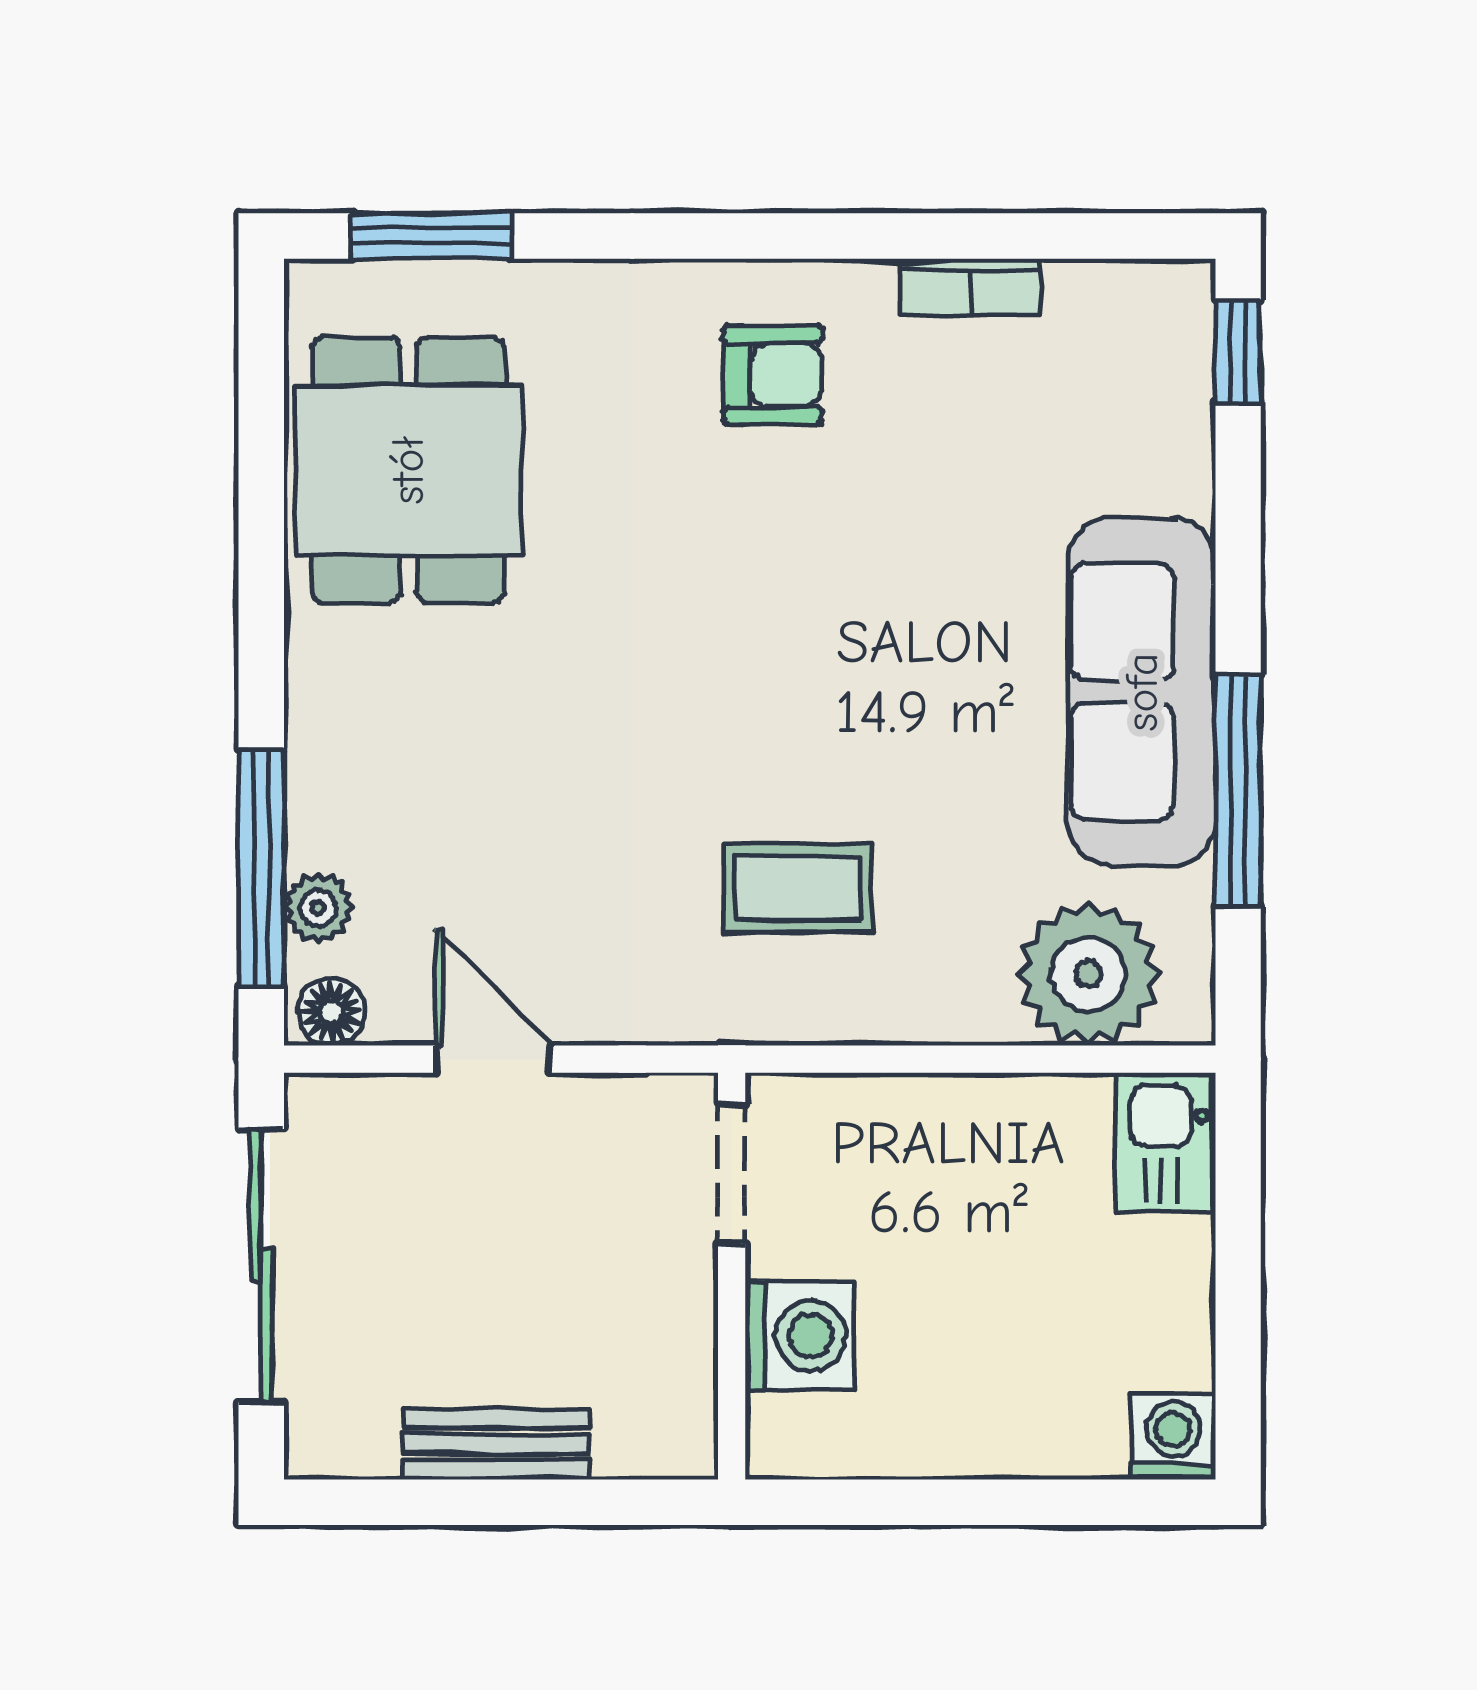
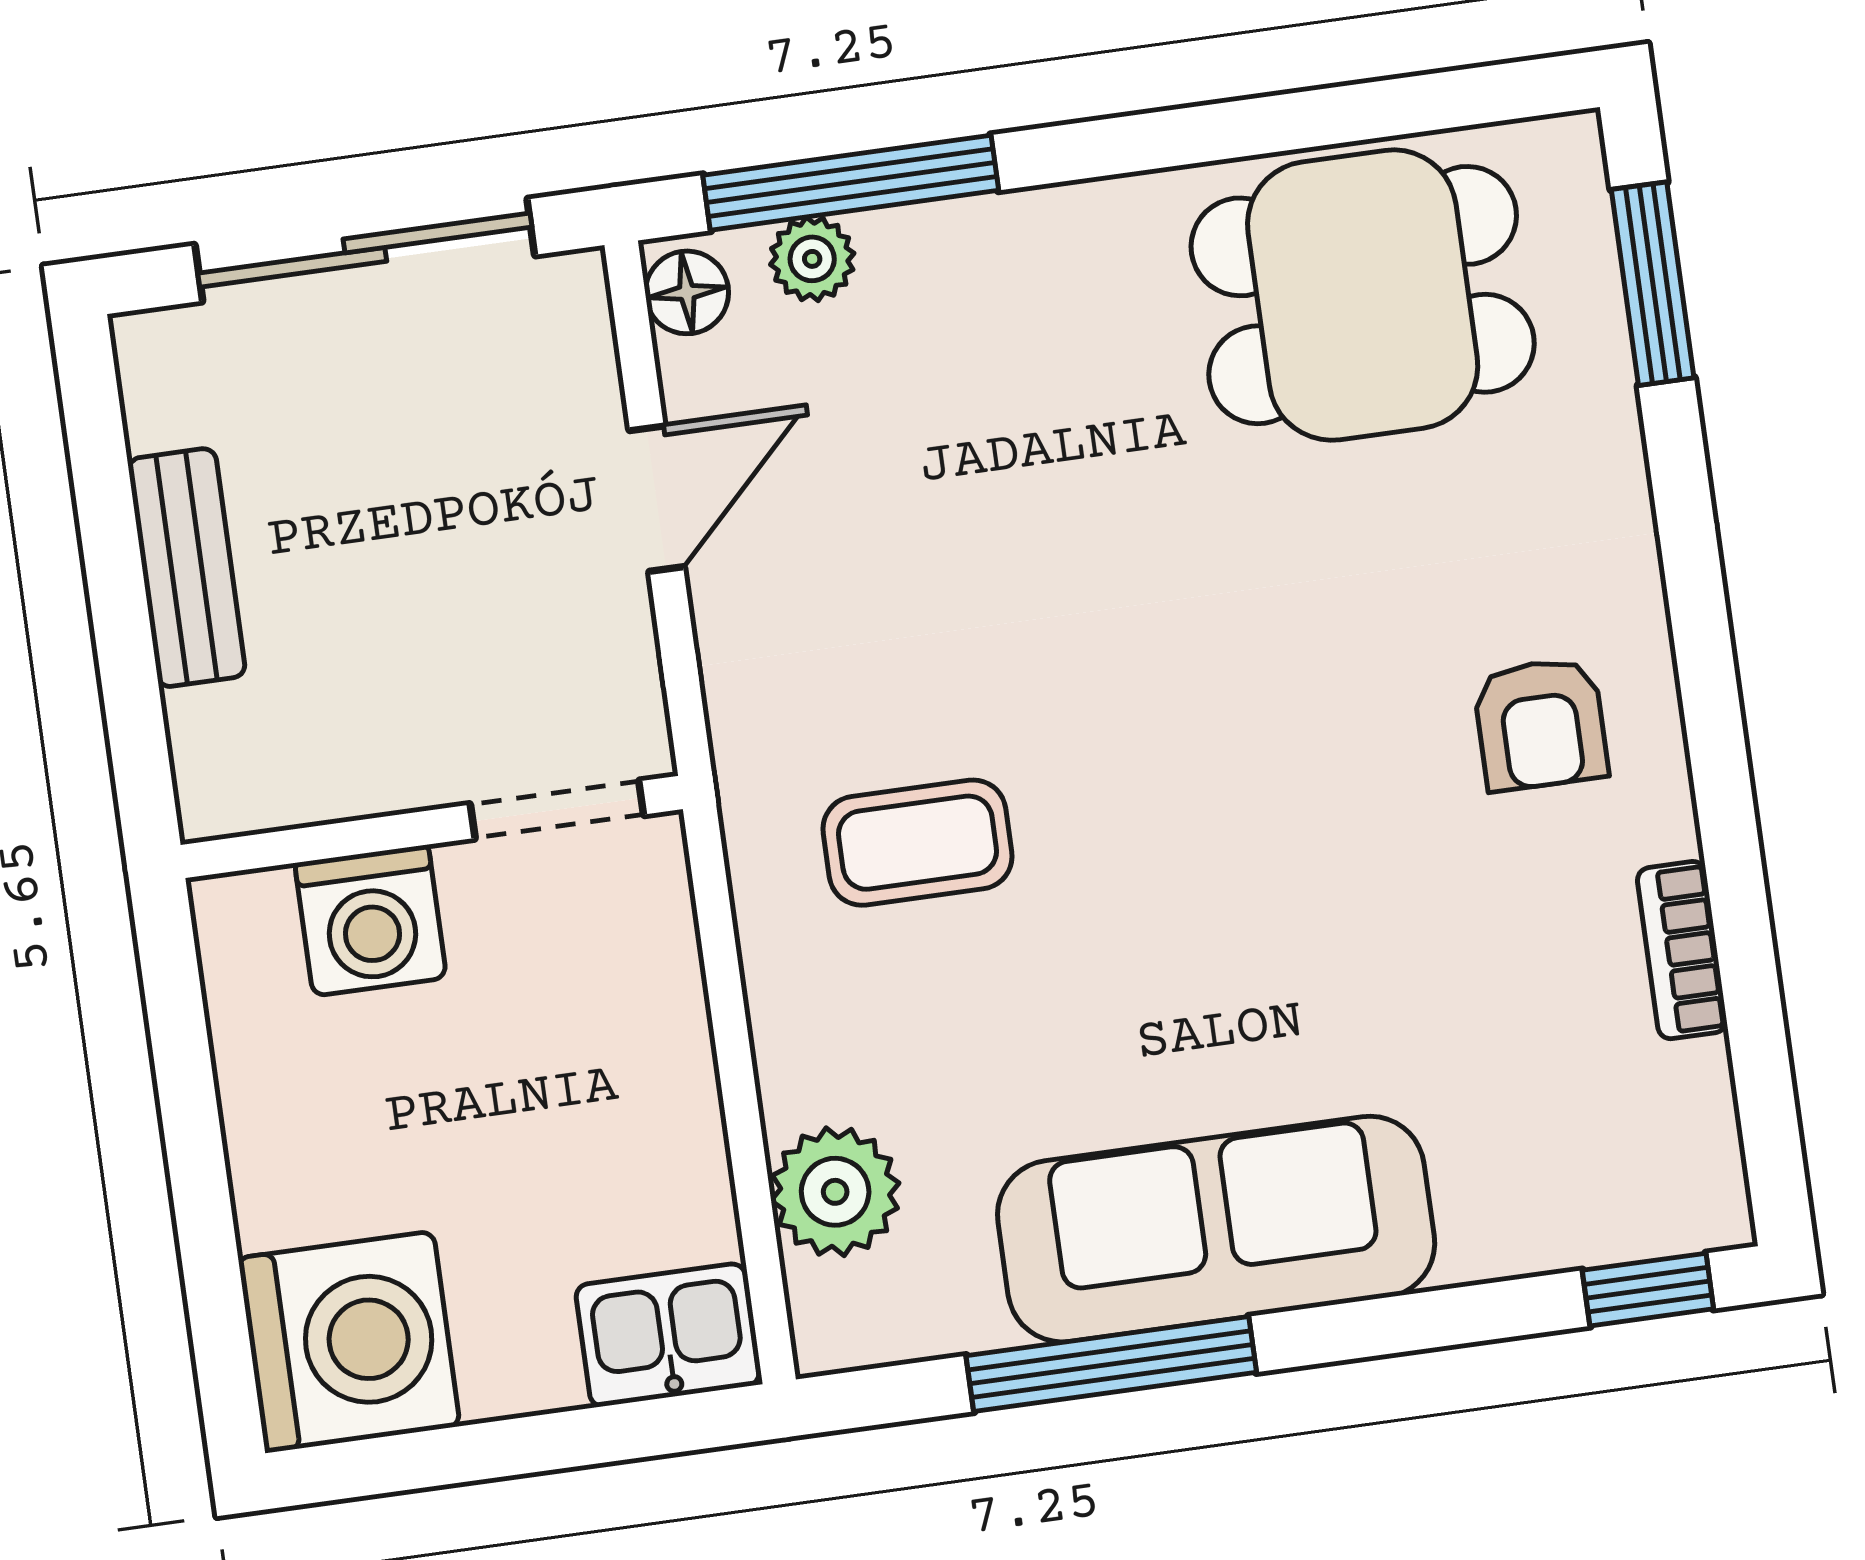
coffee table: (798, 888) -> (918, 843), turned 90
plant: (1088, 974) -> (835, 1192), width x0.73, depth x0.73
washing machine: (1173, 1437) -> (349, 1342), width x1.89, depth x1.89

